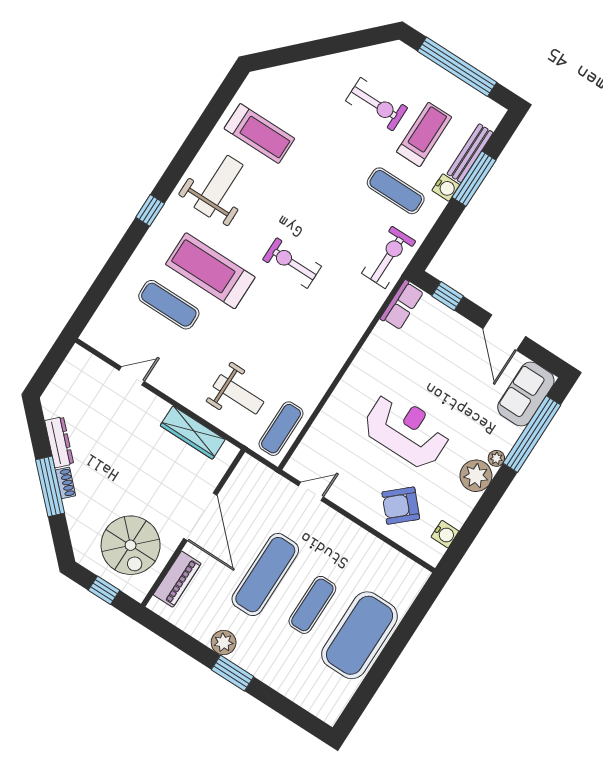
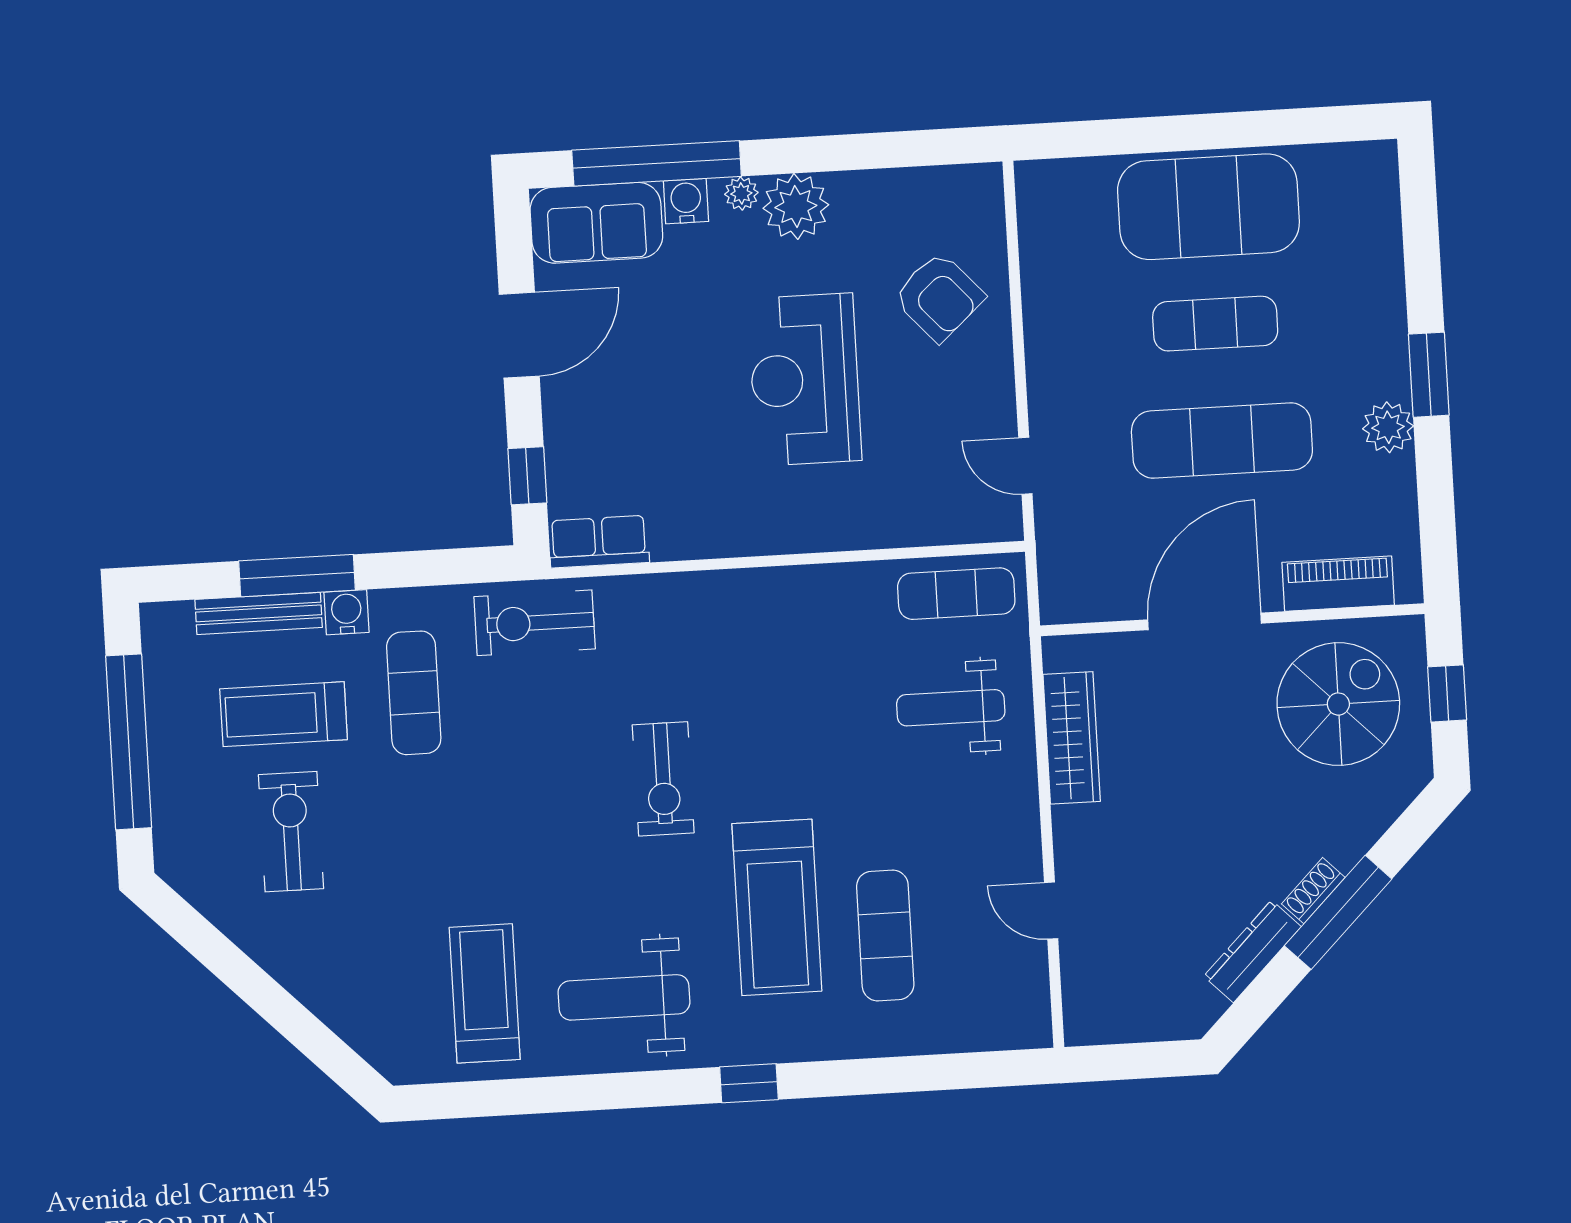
weight bench: (238, 394) -> (951, 708), turned -90
water cooler: (445, 534) -> (686, 201), moved

